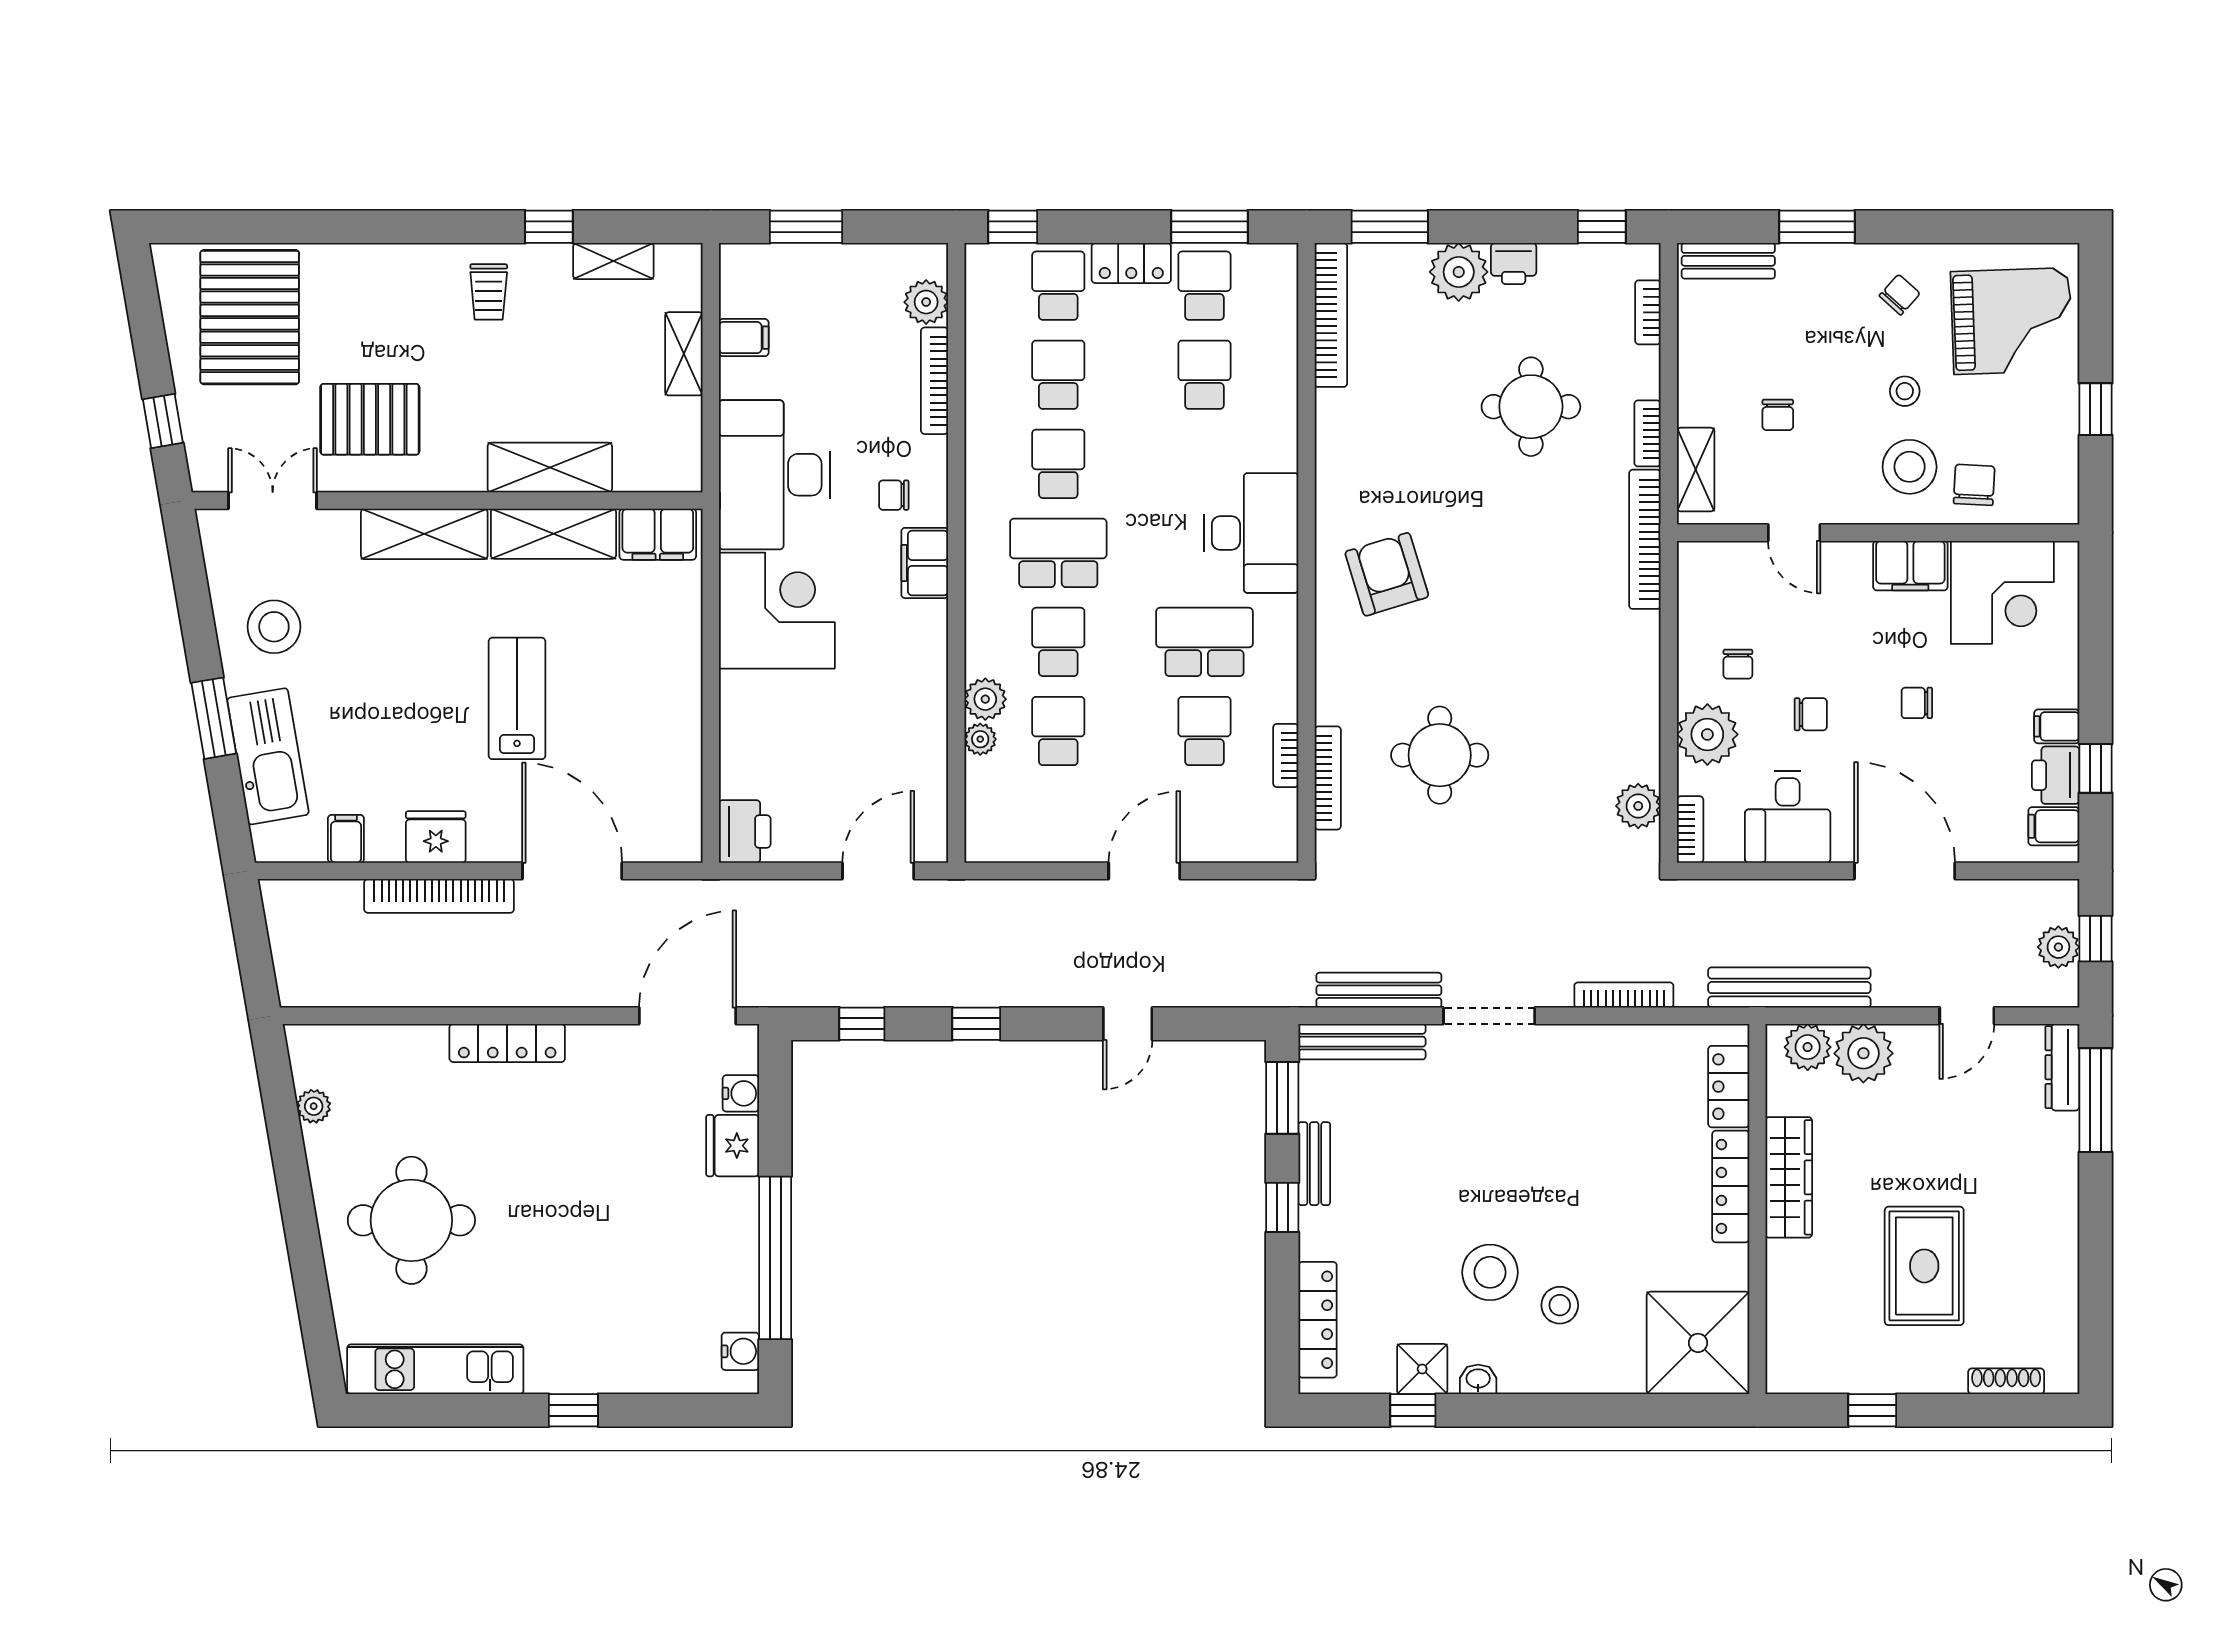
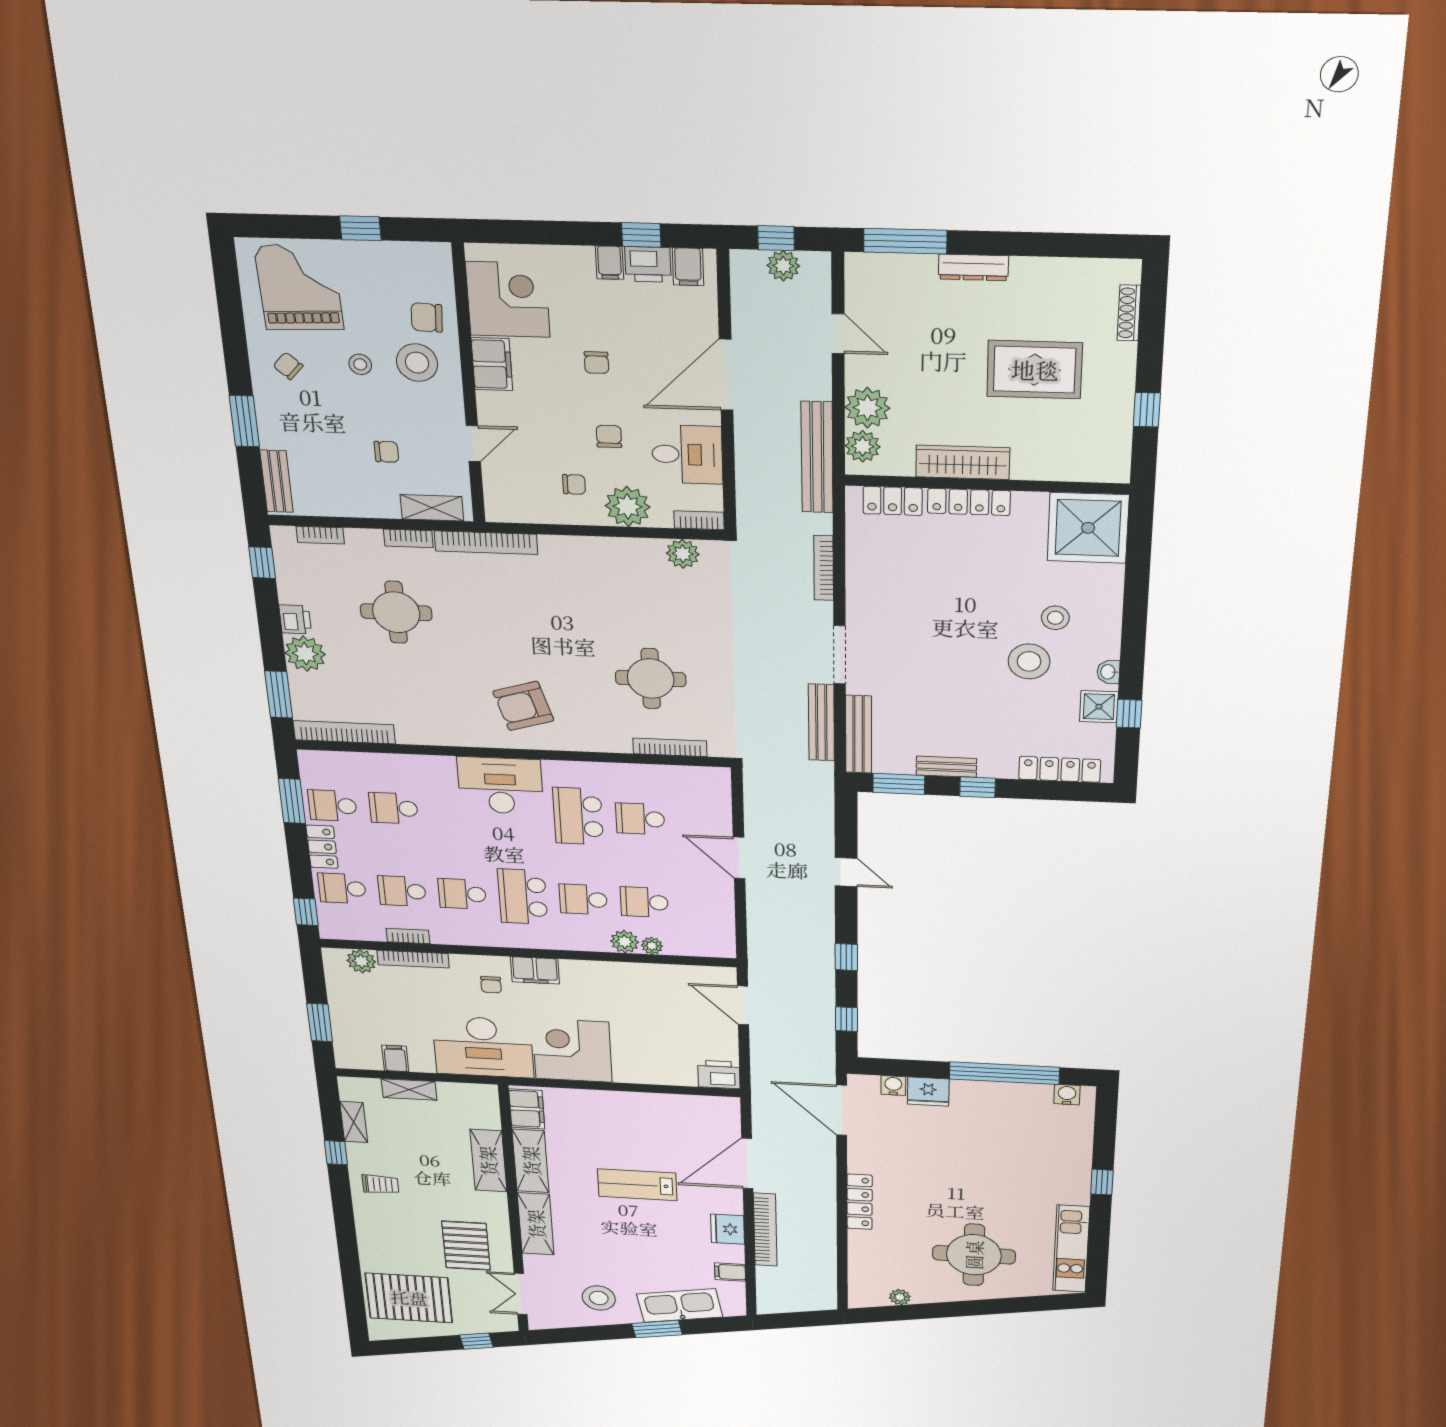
bookcase: (1286, 755) -> (408, 936), moved, turned 180
dresser: (2062, 1067) -> (973, 267), moved

